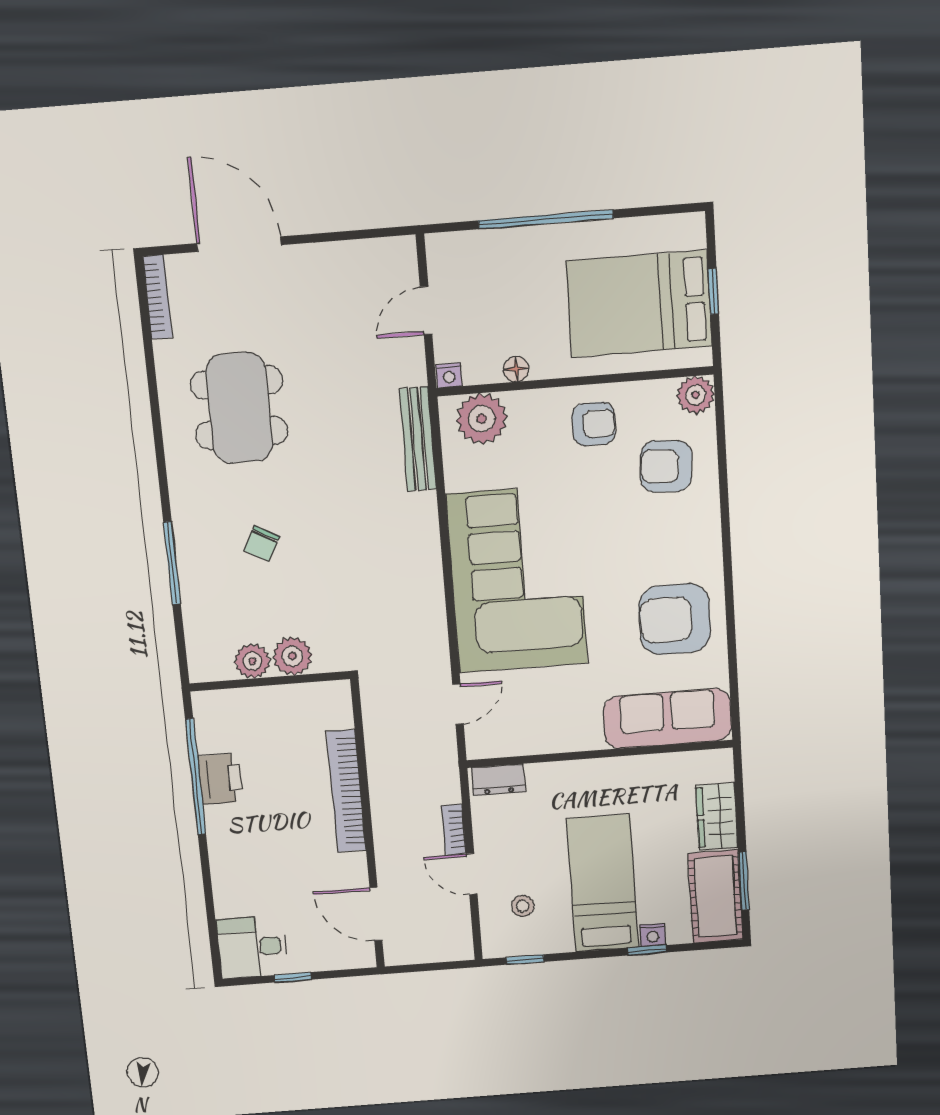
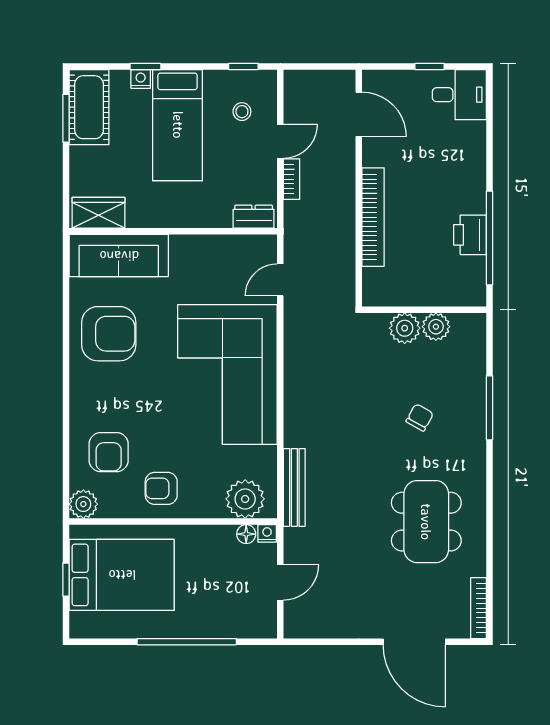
floor lamp: (516, 369) -> (246, 534), moved
armchair: (666, 466) -> (109, 452), turned 86
wardrobe: (717, 816) -> (99, 213), moved, turned -90
door: (472, 874) -> (280, 141), hinge flipped

